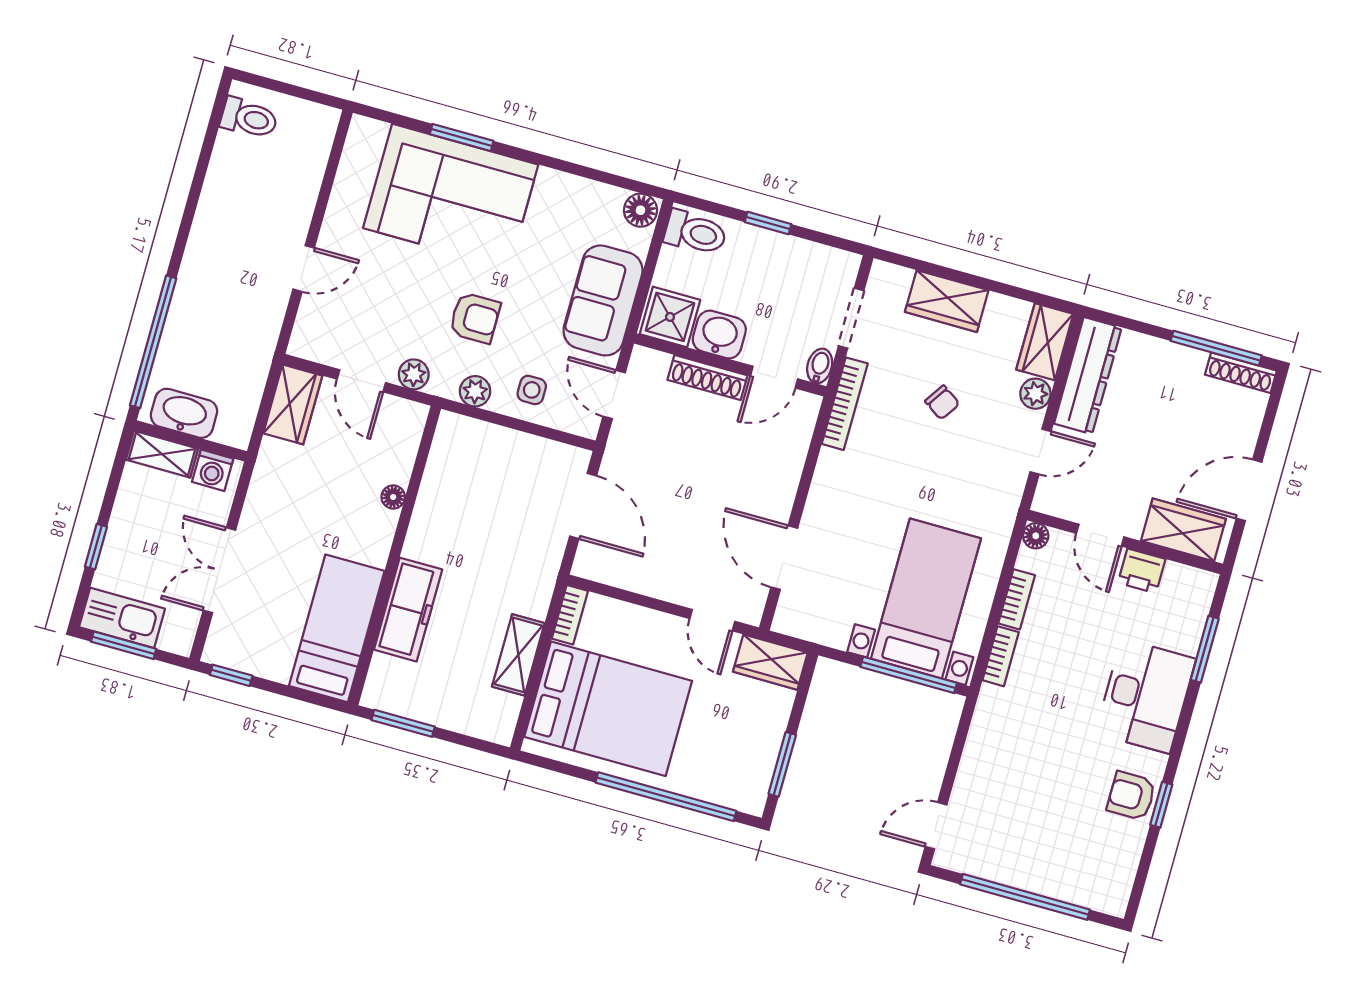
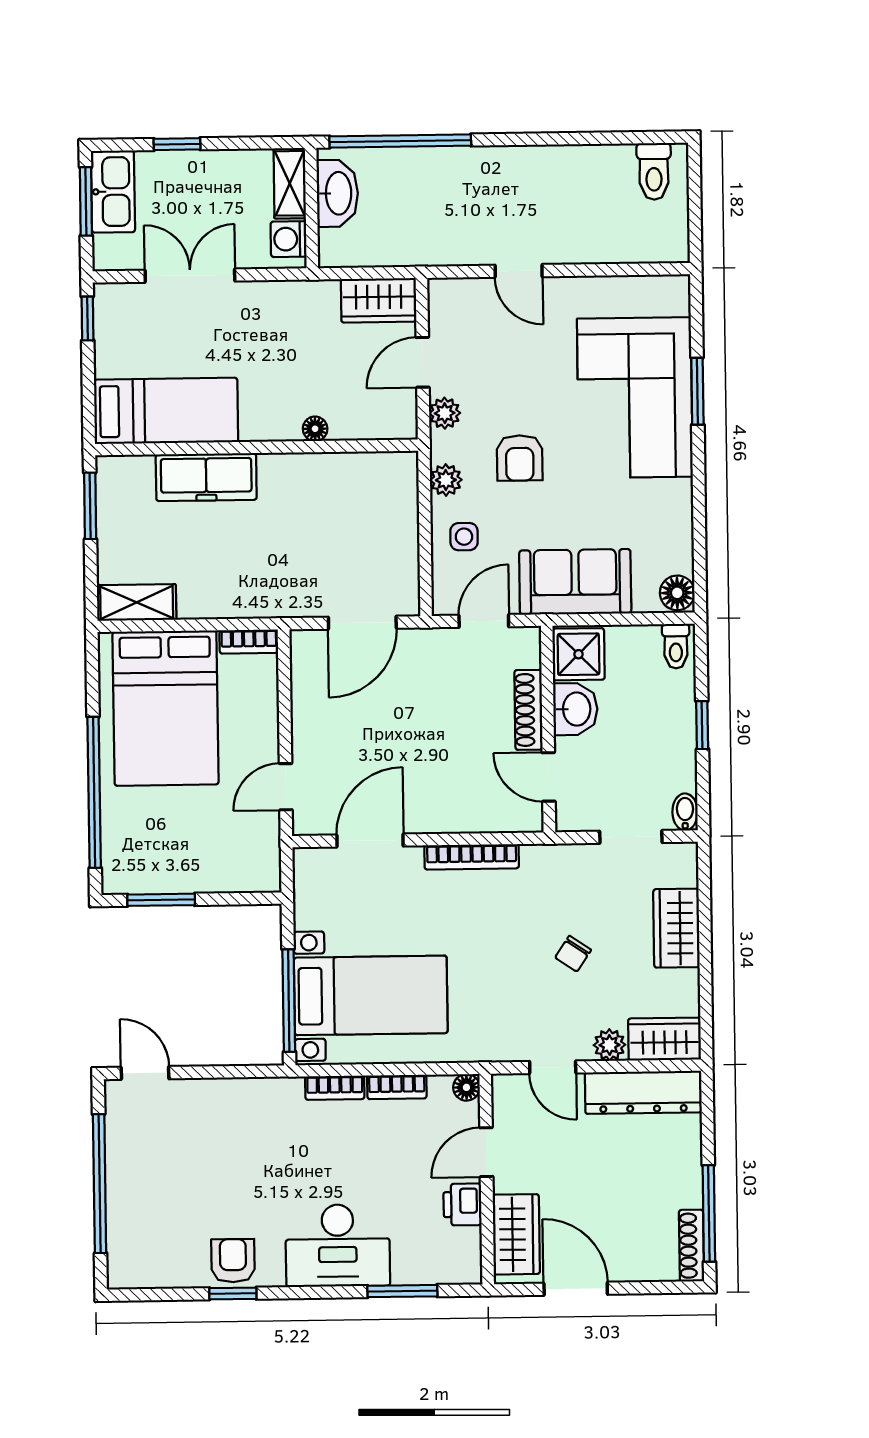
toilet: (695, 233) -> (676, 646), width x0.73, depth x0.72
bidet: (820, 366) -> (685, 812), moved, turned -90
bookcase: (845, 404) -> (472, 857), moved
shelving: (518, 655) -> (137, 602), moved
wardrobe: (770, 662) -> (261, 858), removed

